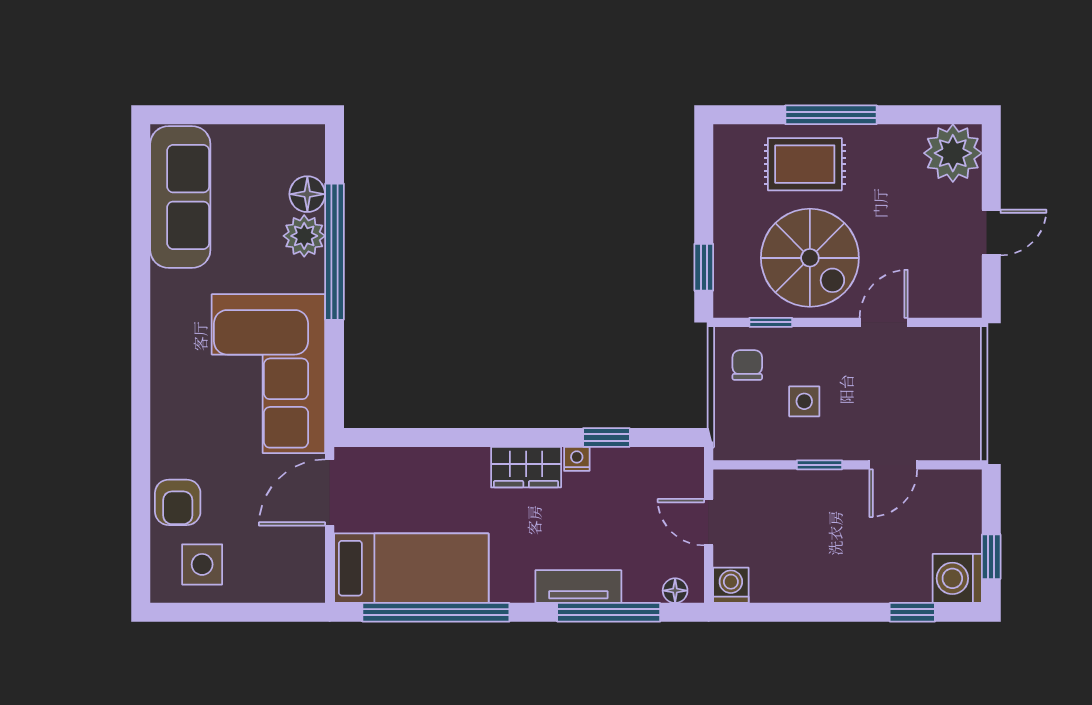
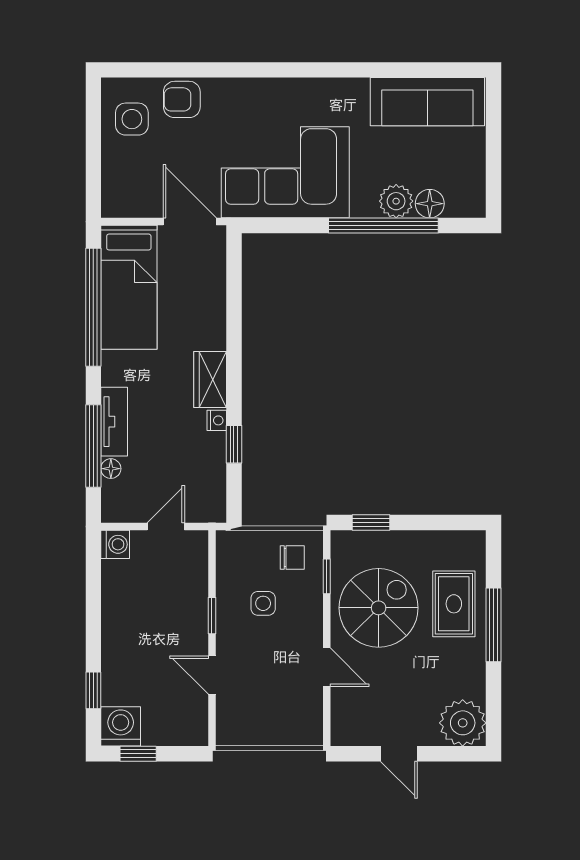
spiral stairs: (810, 258) -> (379, 608), turned 180
floor lamp: (675, 591) -> (111, 469), moved

